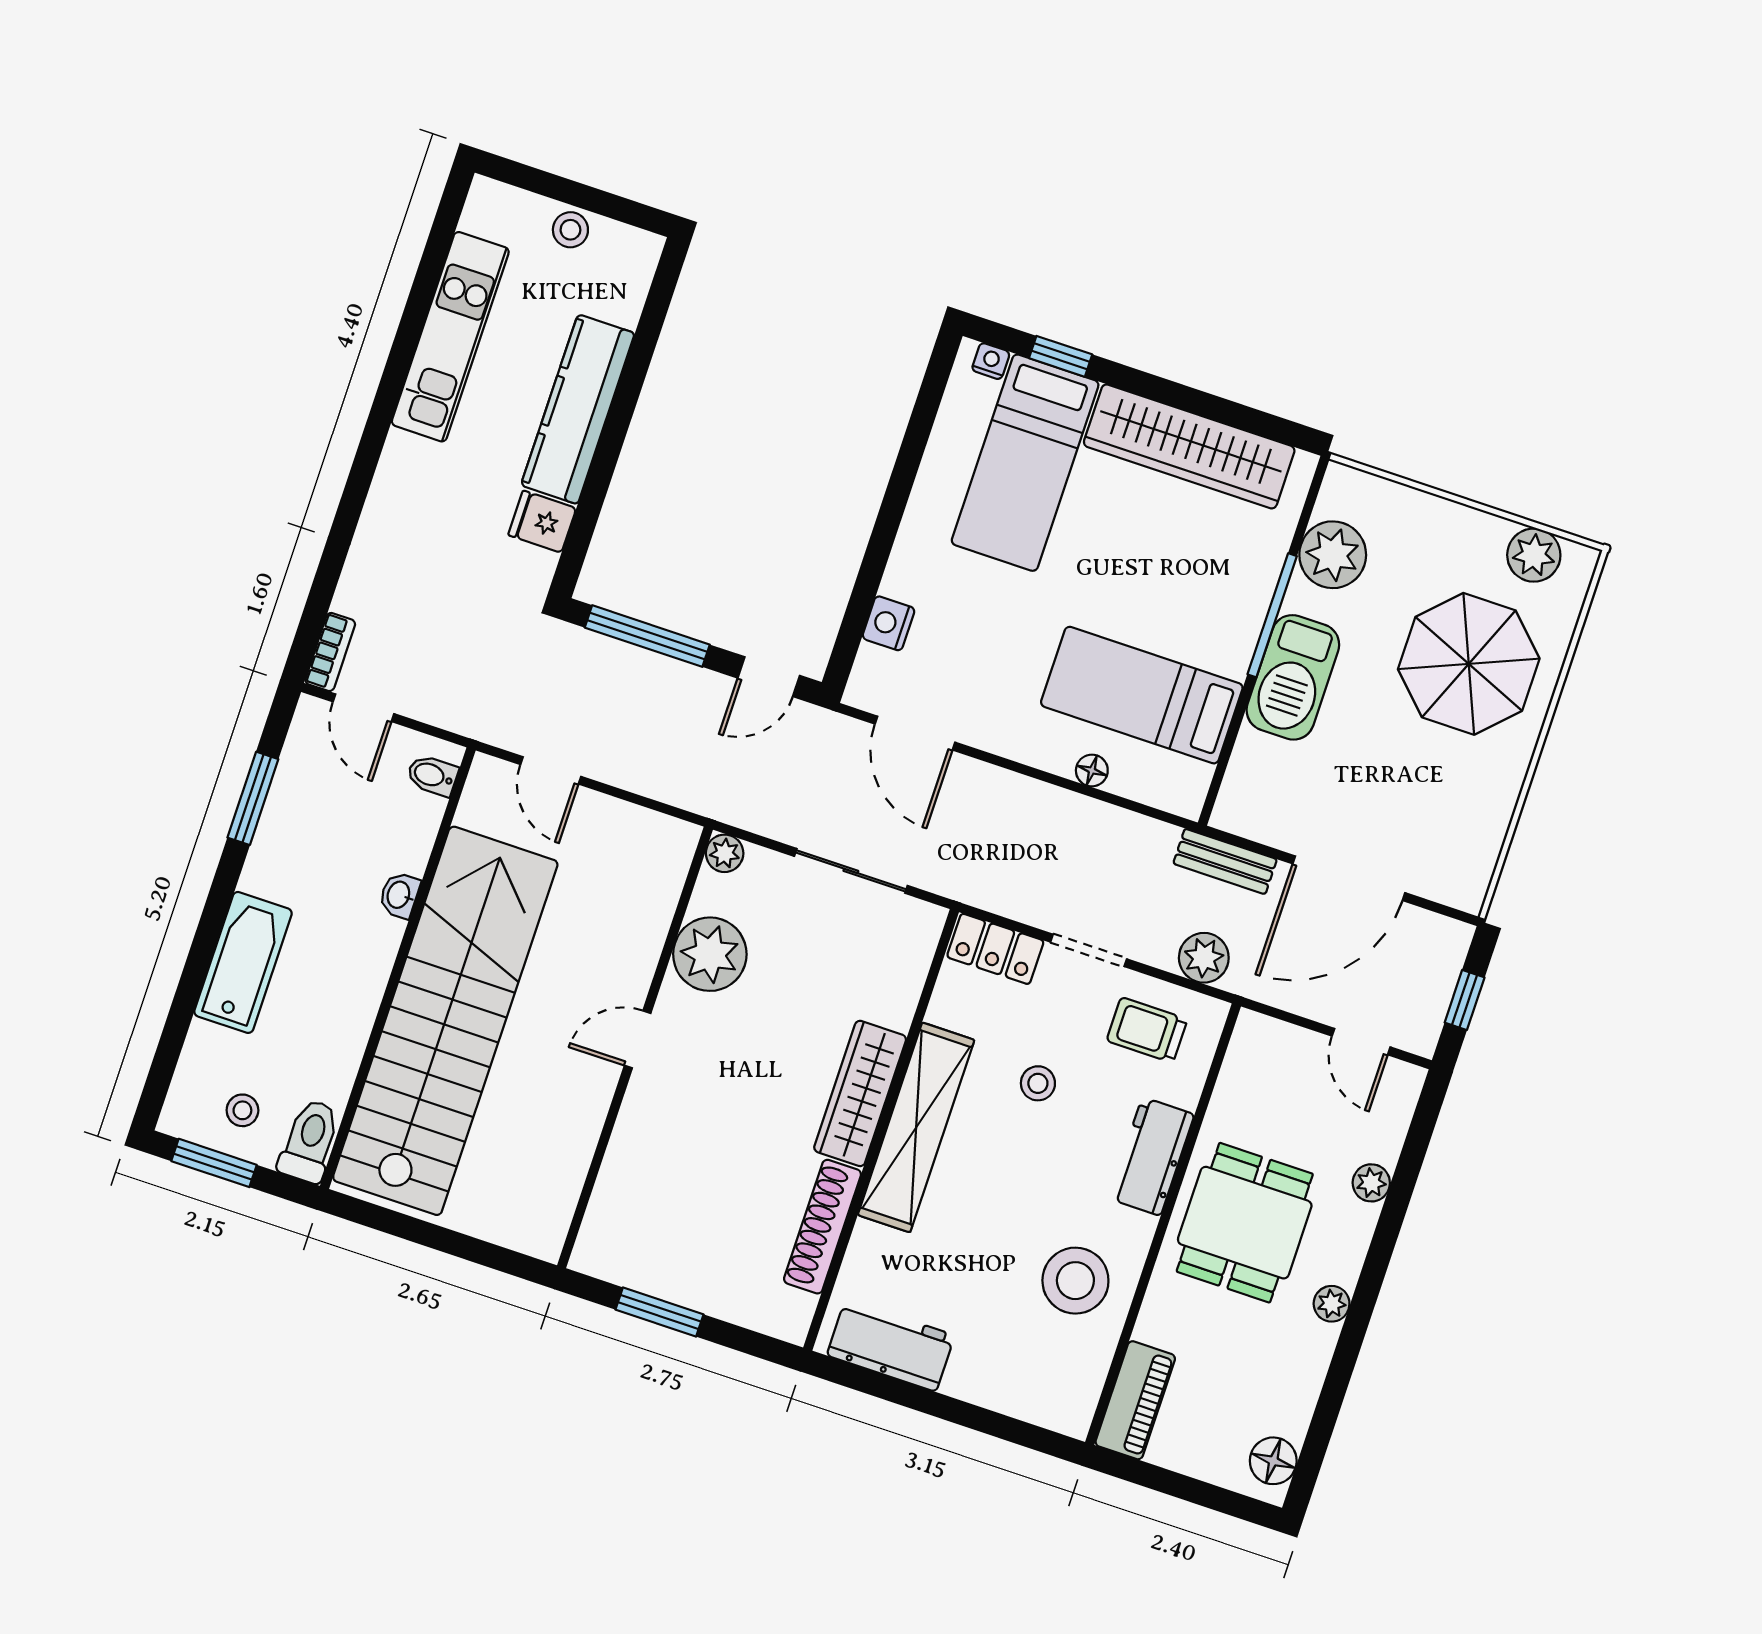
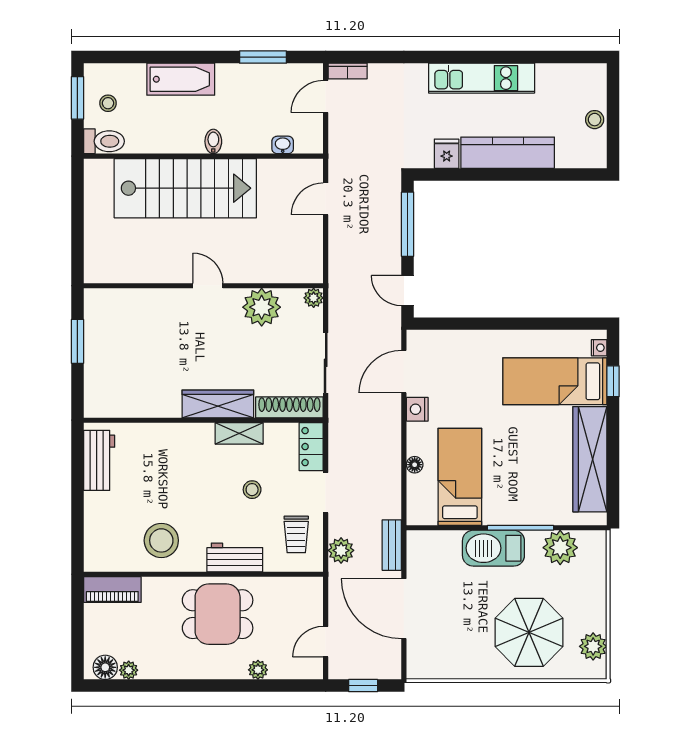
kitchen unit: (450, 337) -> (482, 78), moved
nightstand: (889, 623) -> (417, 409), moved, turned -90
bidet: (432, 775) -> (213, 141), moved
washbasin: (399, 895) -> (283, 145), moved
stairs: (445, 1021) -> (185, 188), width x0.73
trolley: (1147, 1030) -> (296, 534), turned 180
shelving: (916, 1127) -> (239, 433), width x0.45, depth x0.75
shoe rack: (822, 1227) -> (289, 407), moved
plant: (1332, 1304) -> (129, 670), moved

